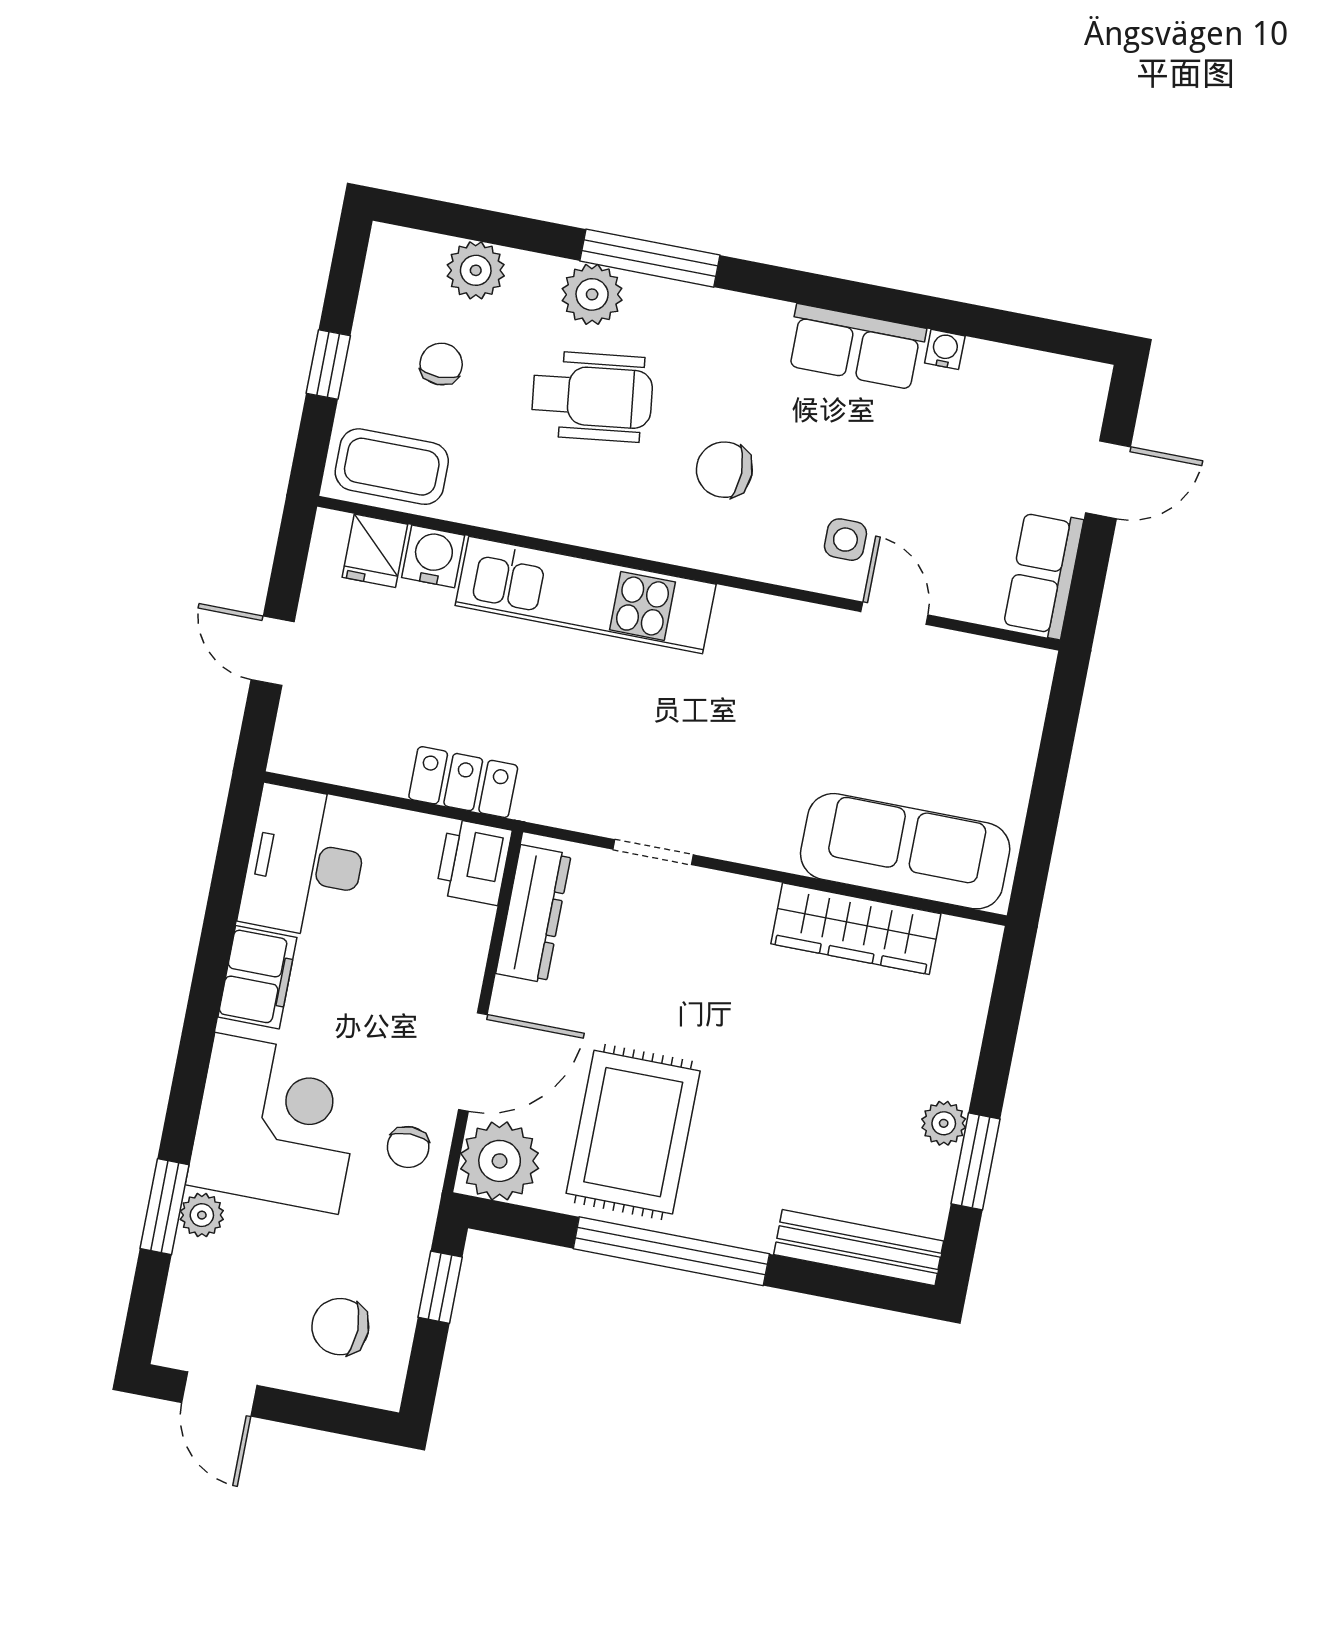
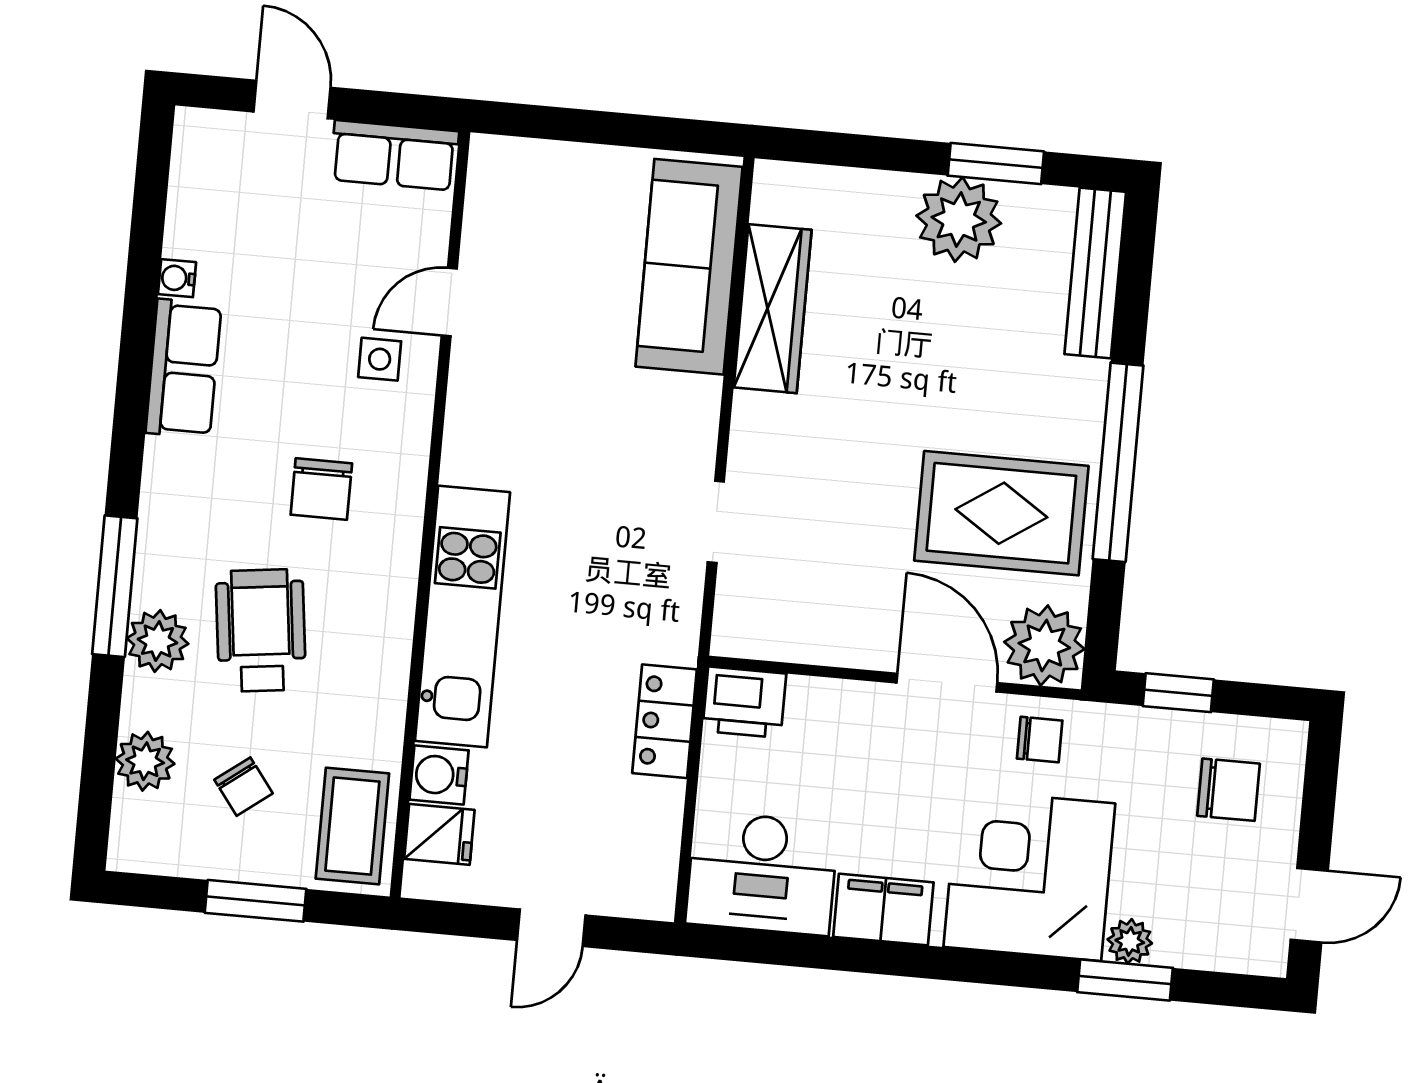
window: (328, 364) -> (256, 901), width x1.50
chair: (441, 364) -> (244, 787), turned -127
dresser: (533, 914) -> (791, 637), removed
plant: (944, 1123) -> (959, 220), width x1.88, depth x1.88
chair: (340, 1327) -> (1228, 790), turned -90

